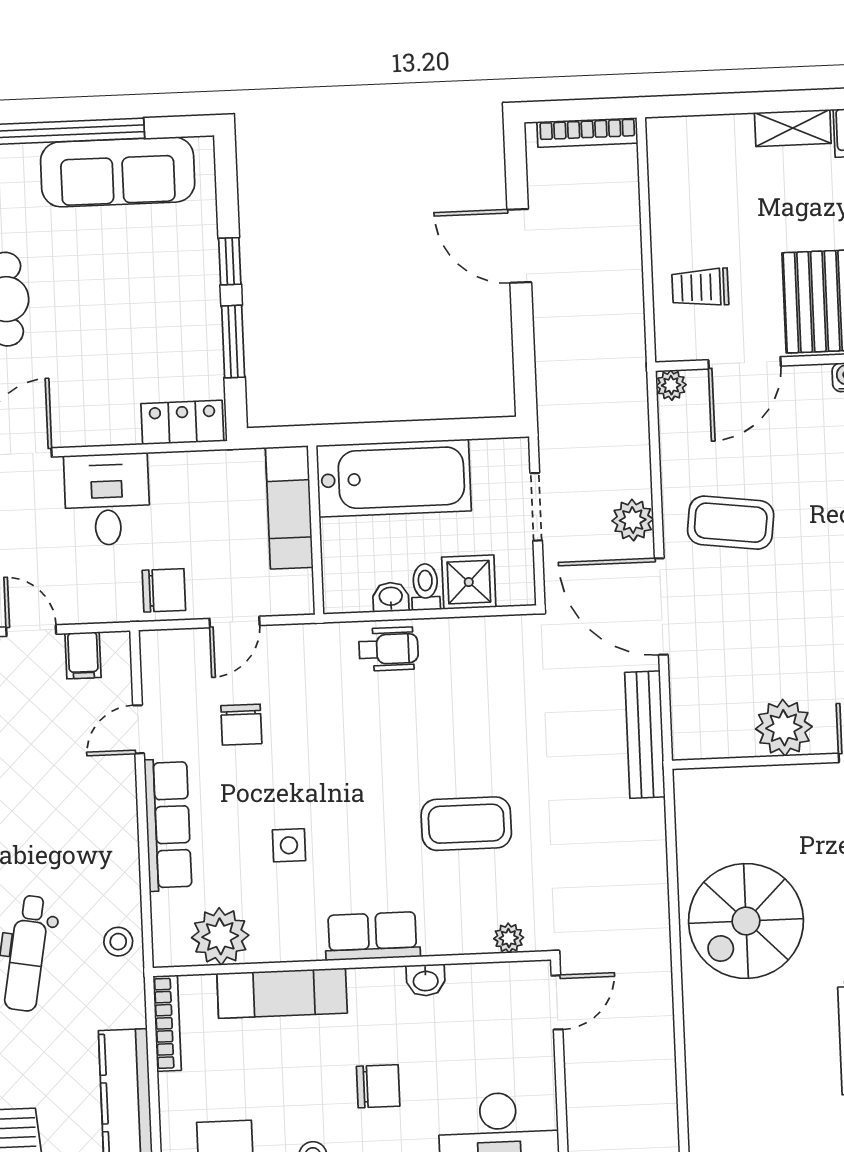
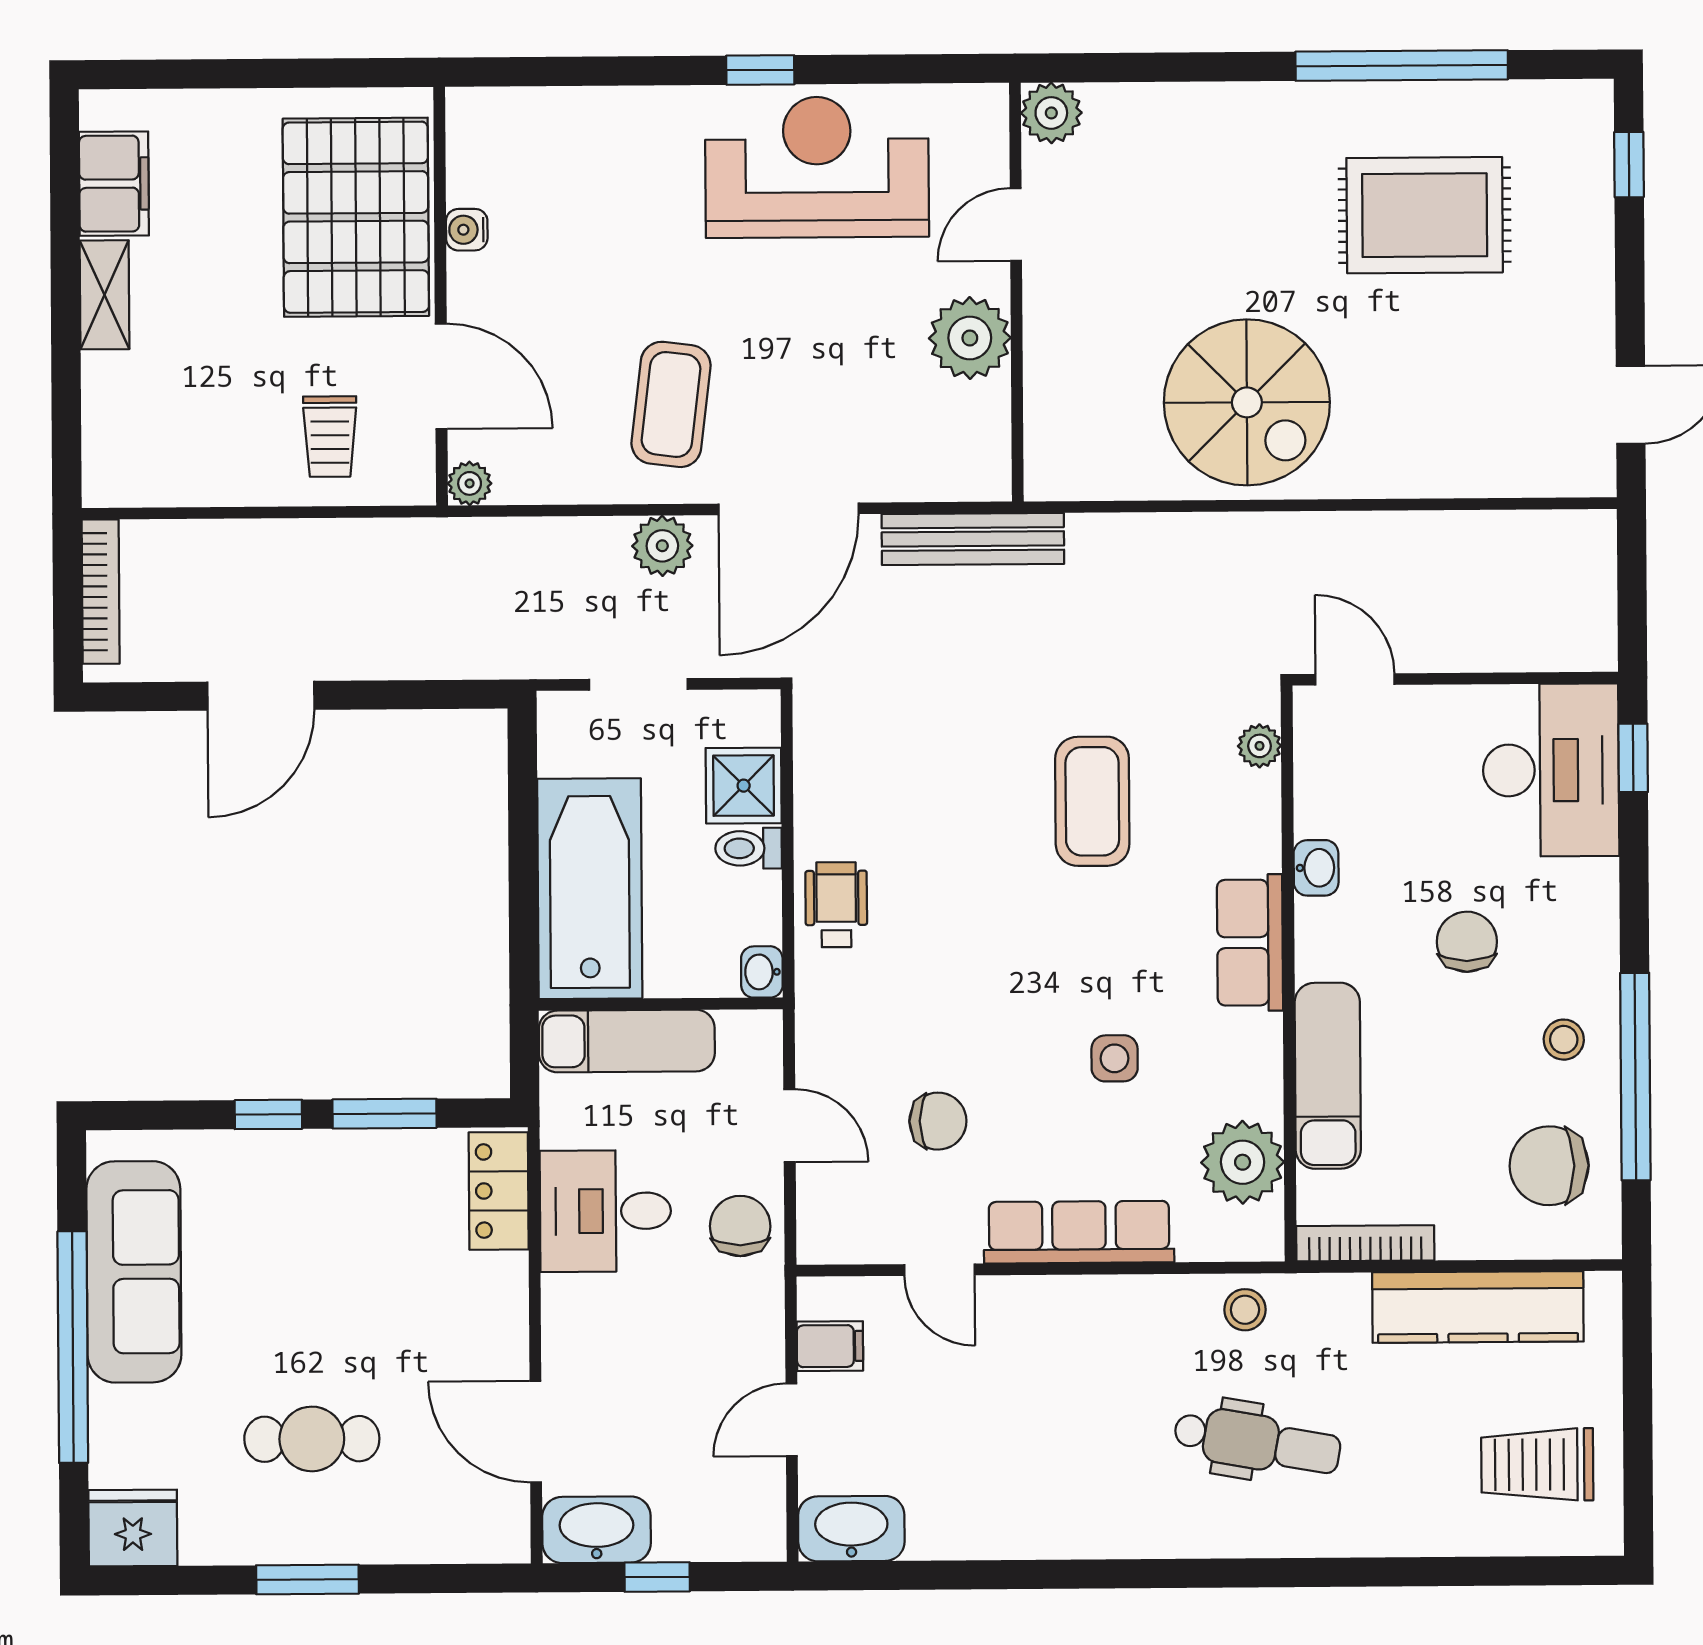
desk: (107, 499) -> (605, 1211), moved
washbasin: (391, 597) -> (762, 972), moved

